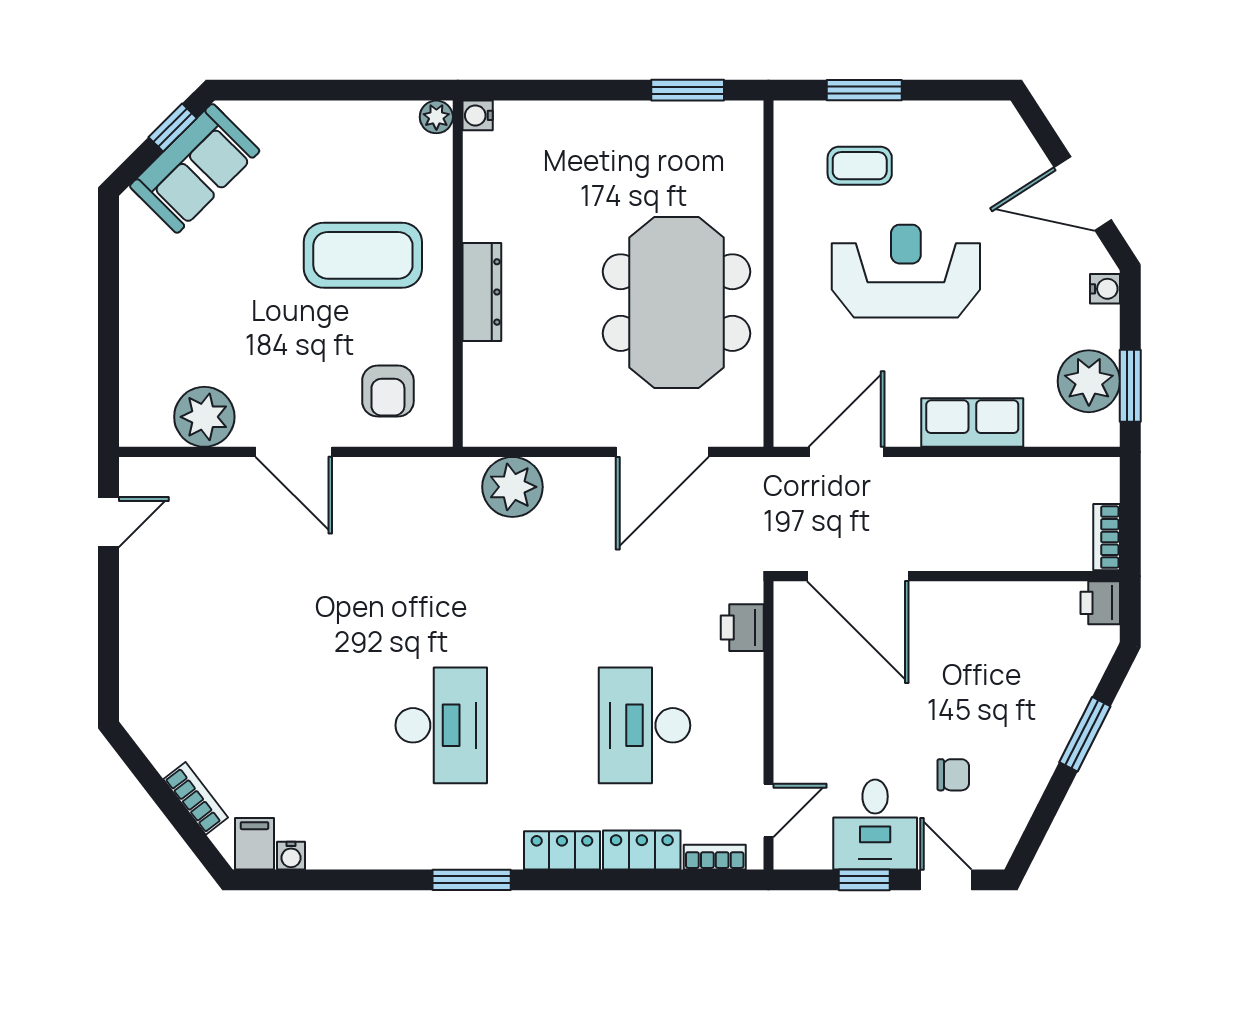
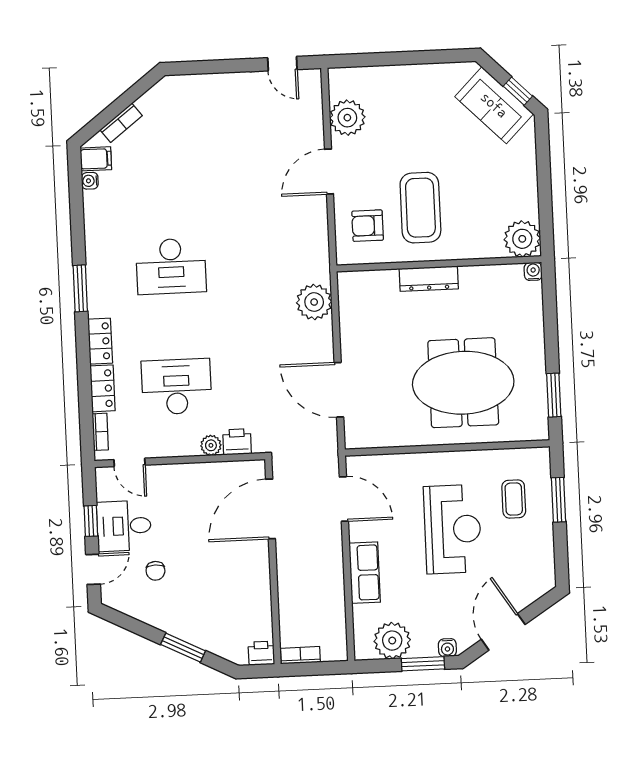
plant: (436, 117) -> (522, 239), width x1.87, depth x1.87
coffee table: (363, 255) -> (420, 208), moved
meeting table: (676, 303) -> (463, 383), moved
window: (1130, 386) -> (423, 664), moved
plant: (746, 672) -> (211, 445), added

